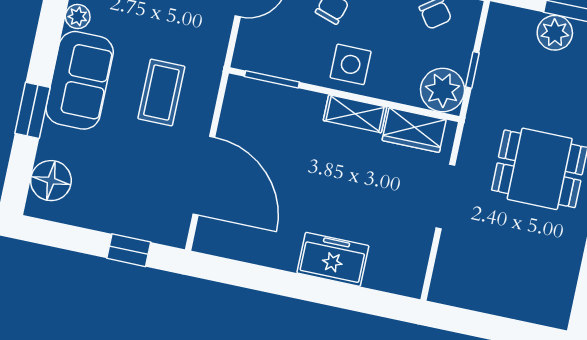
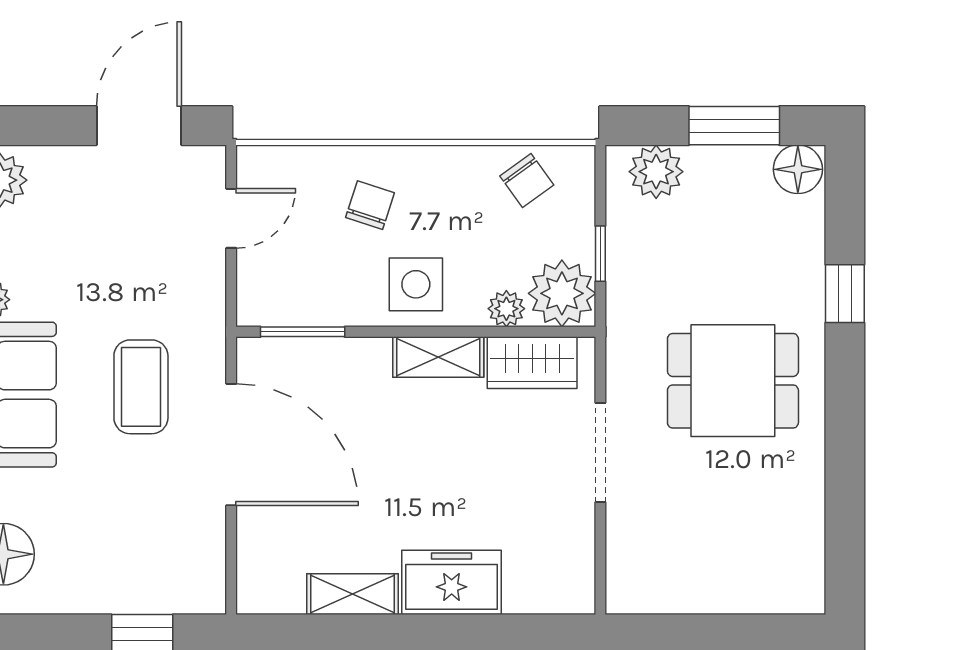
plant: (555, 33) -> (656, 172), moved
plant: (405, 92) -> (506, 309), added
door: (204, 176) -> (231, 445), moved
shelving: (268, 253) -> (352, 594), added

